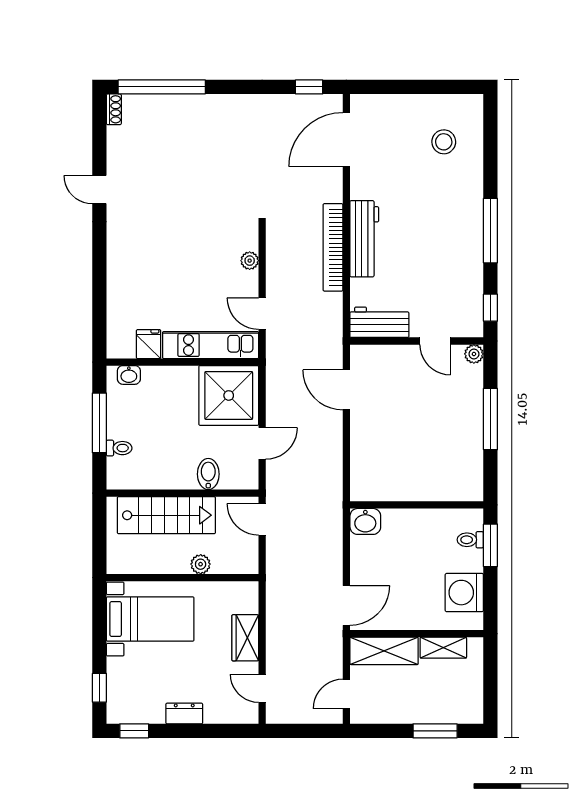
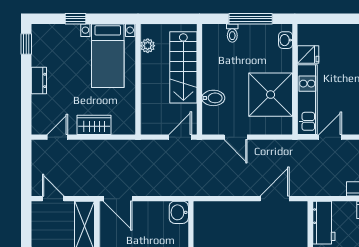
shower: (229, 395) -> (271, 95), moved
plant: (201, 564) -> (148, 46), moved
window: (99, 688) -> (76, 19), moved

